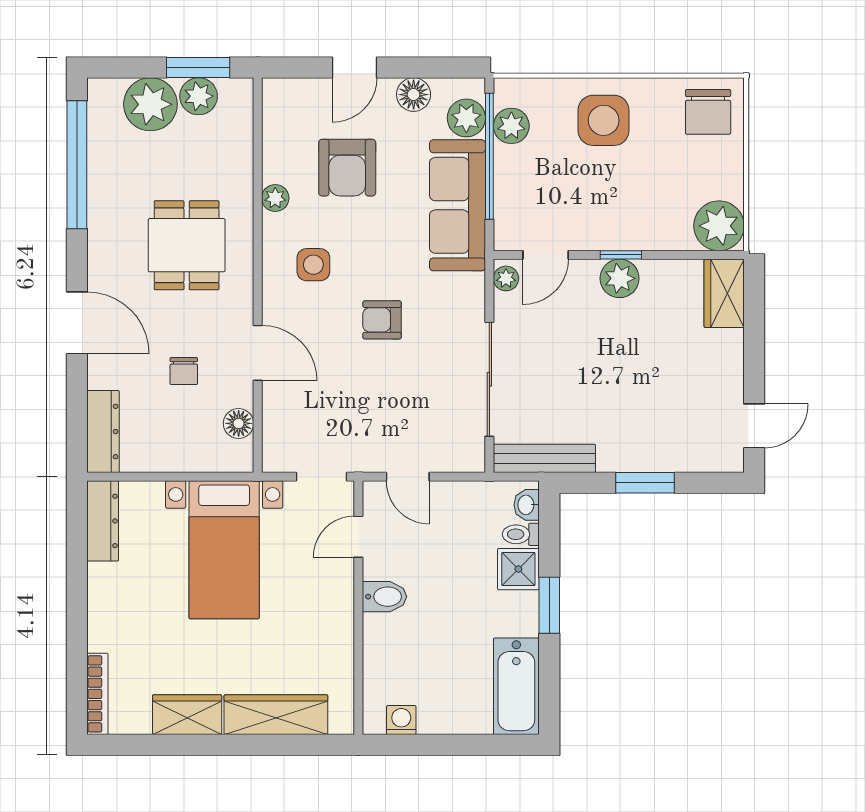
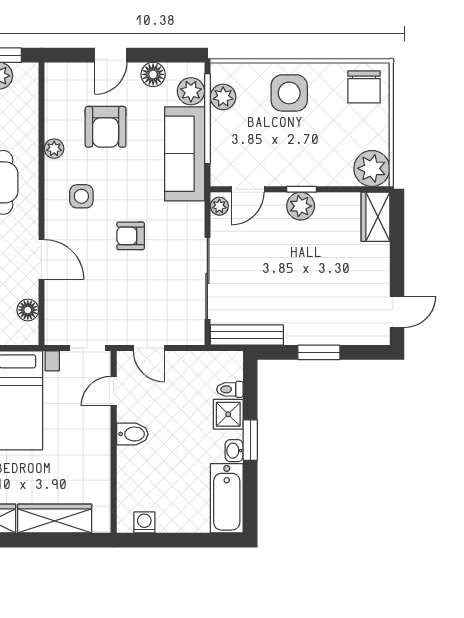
washbasin: (527, 505) -> (234, 451), moved

